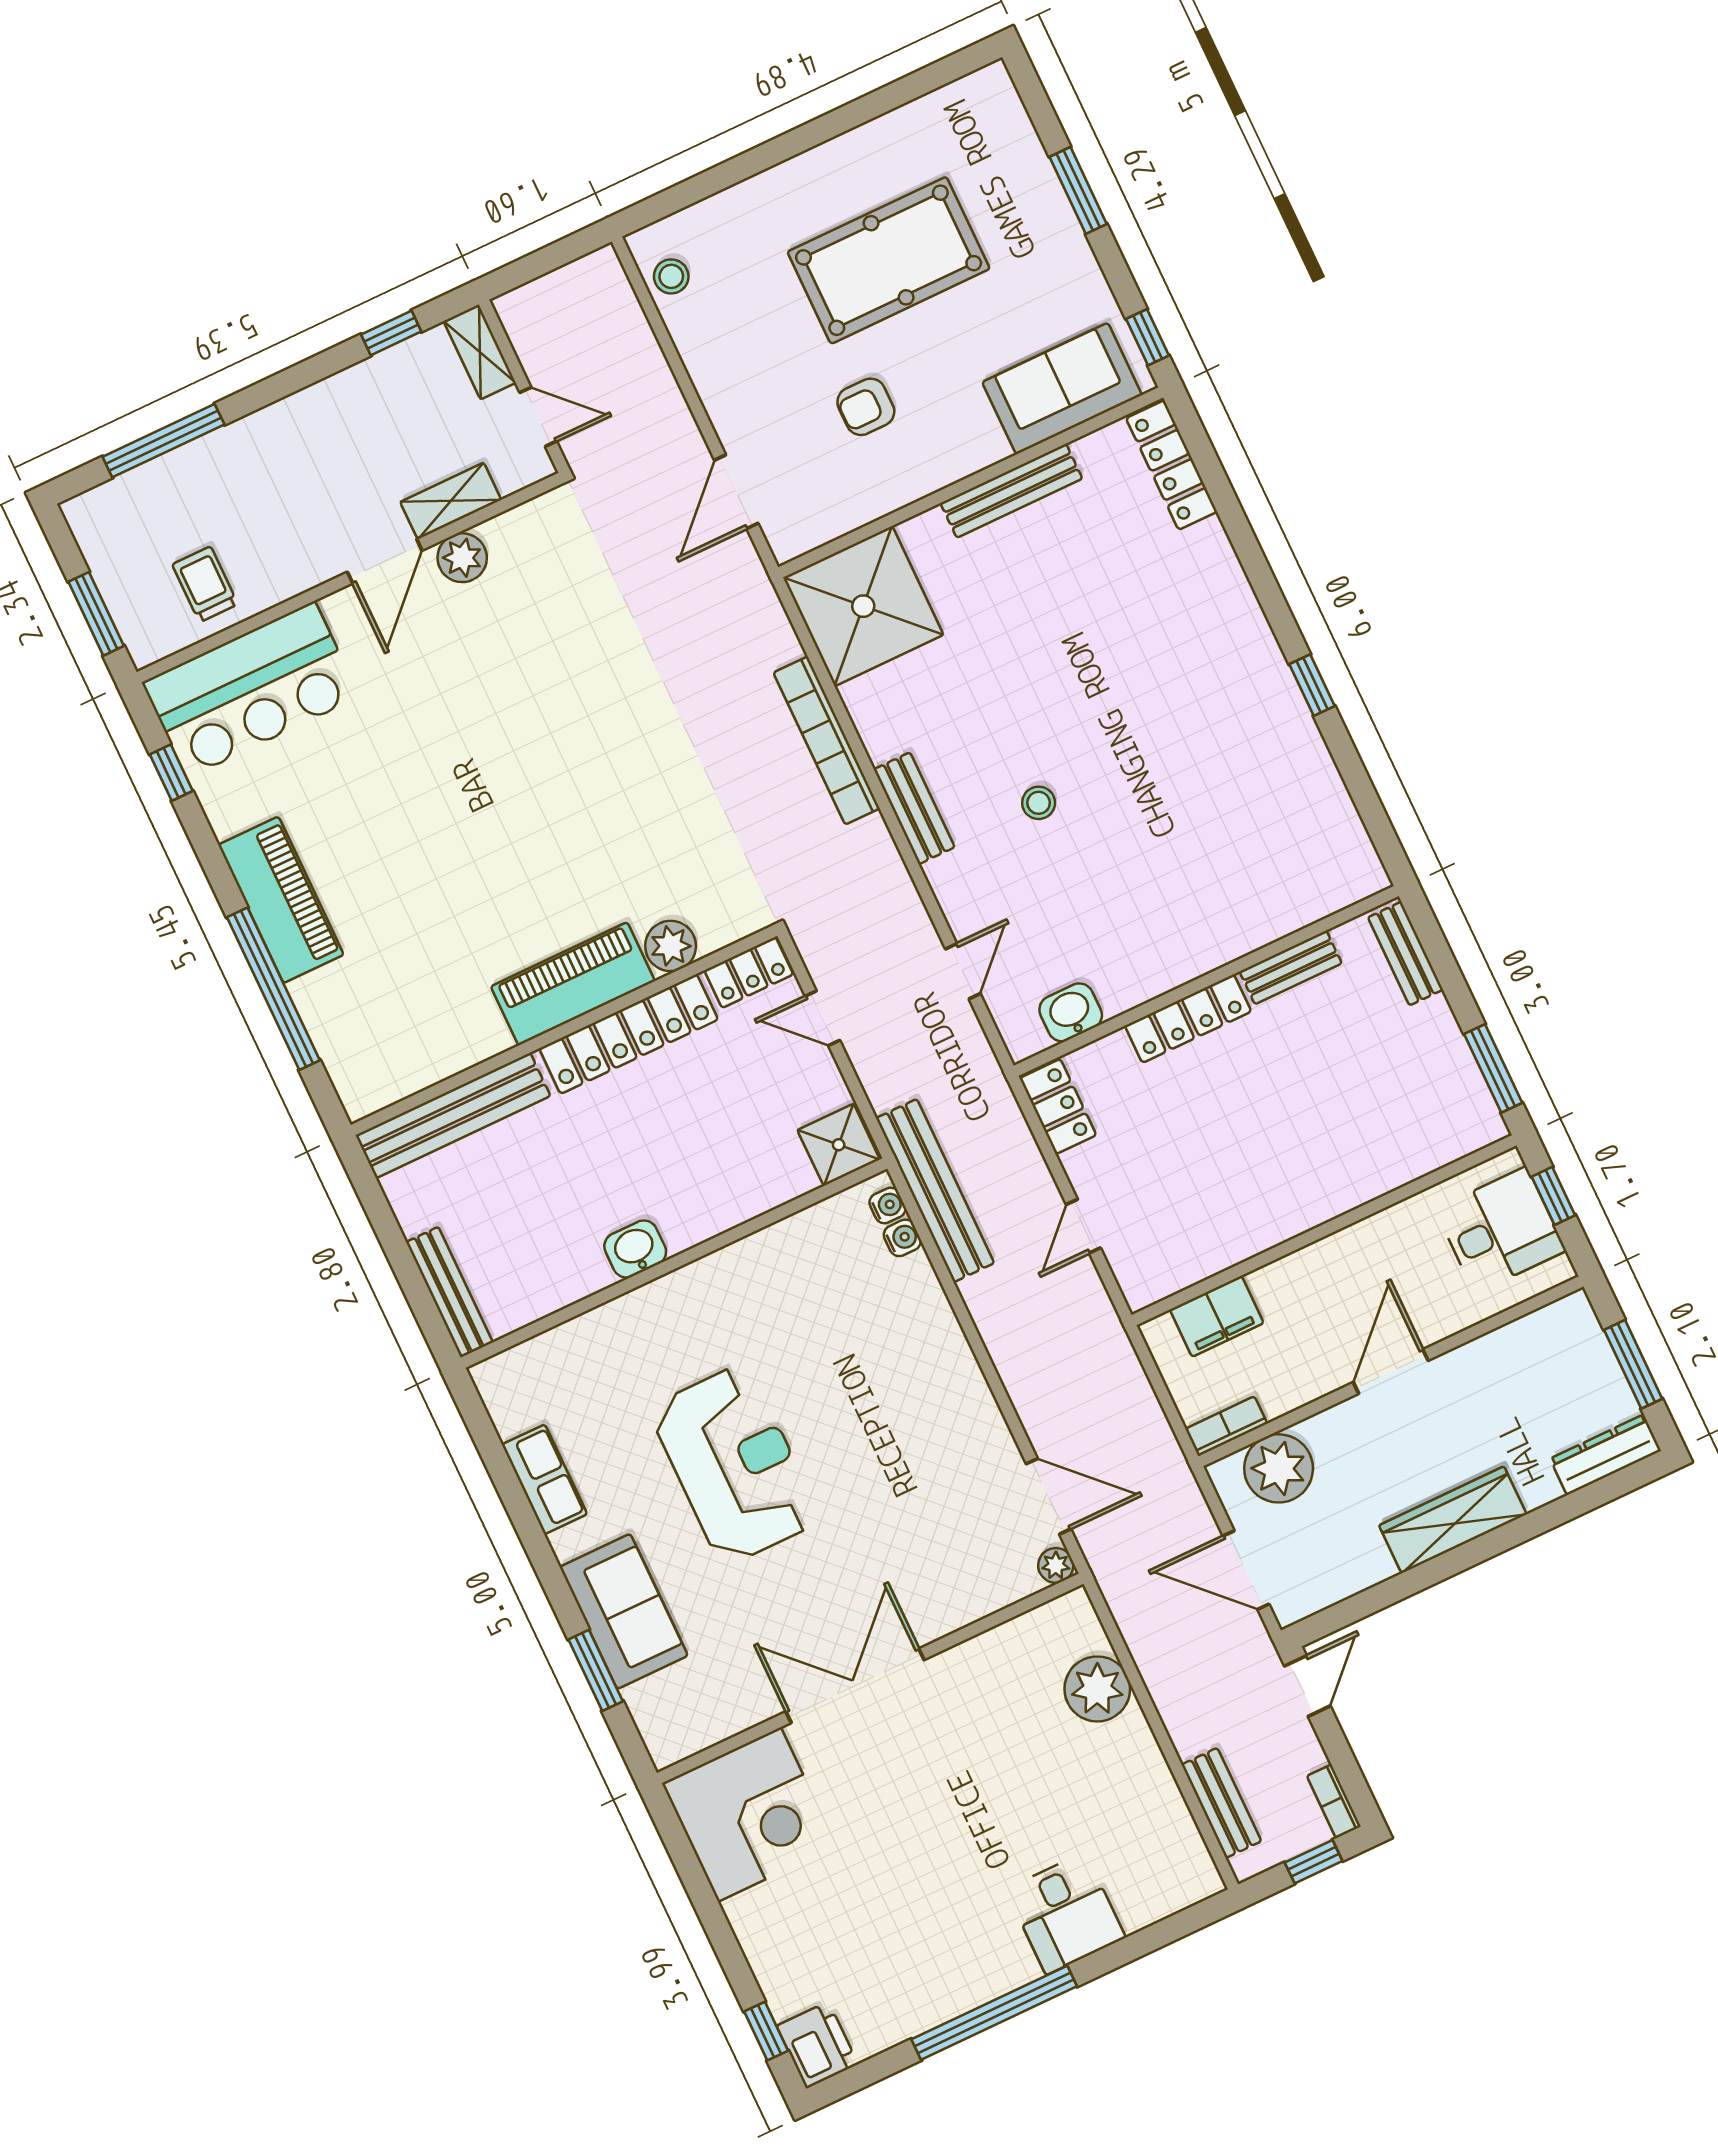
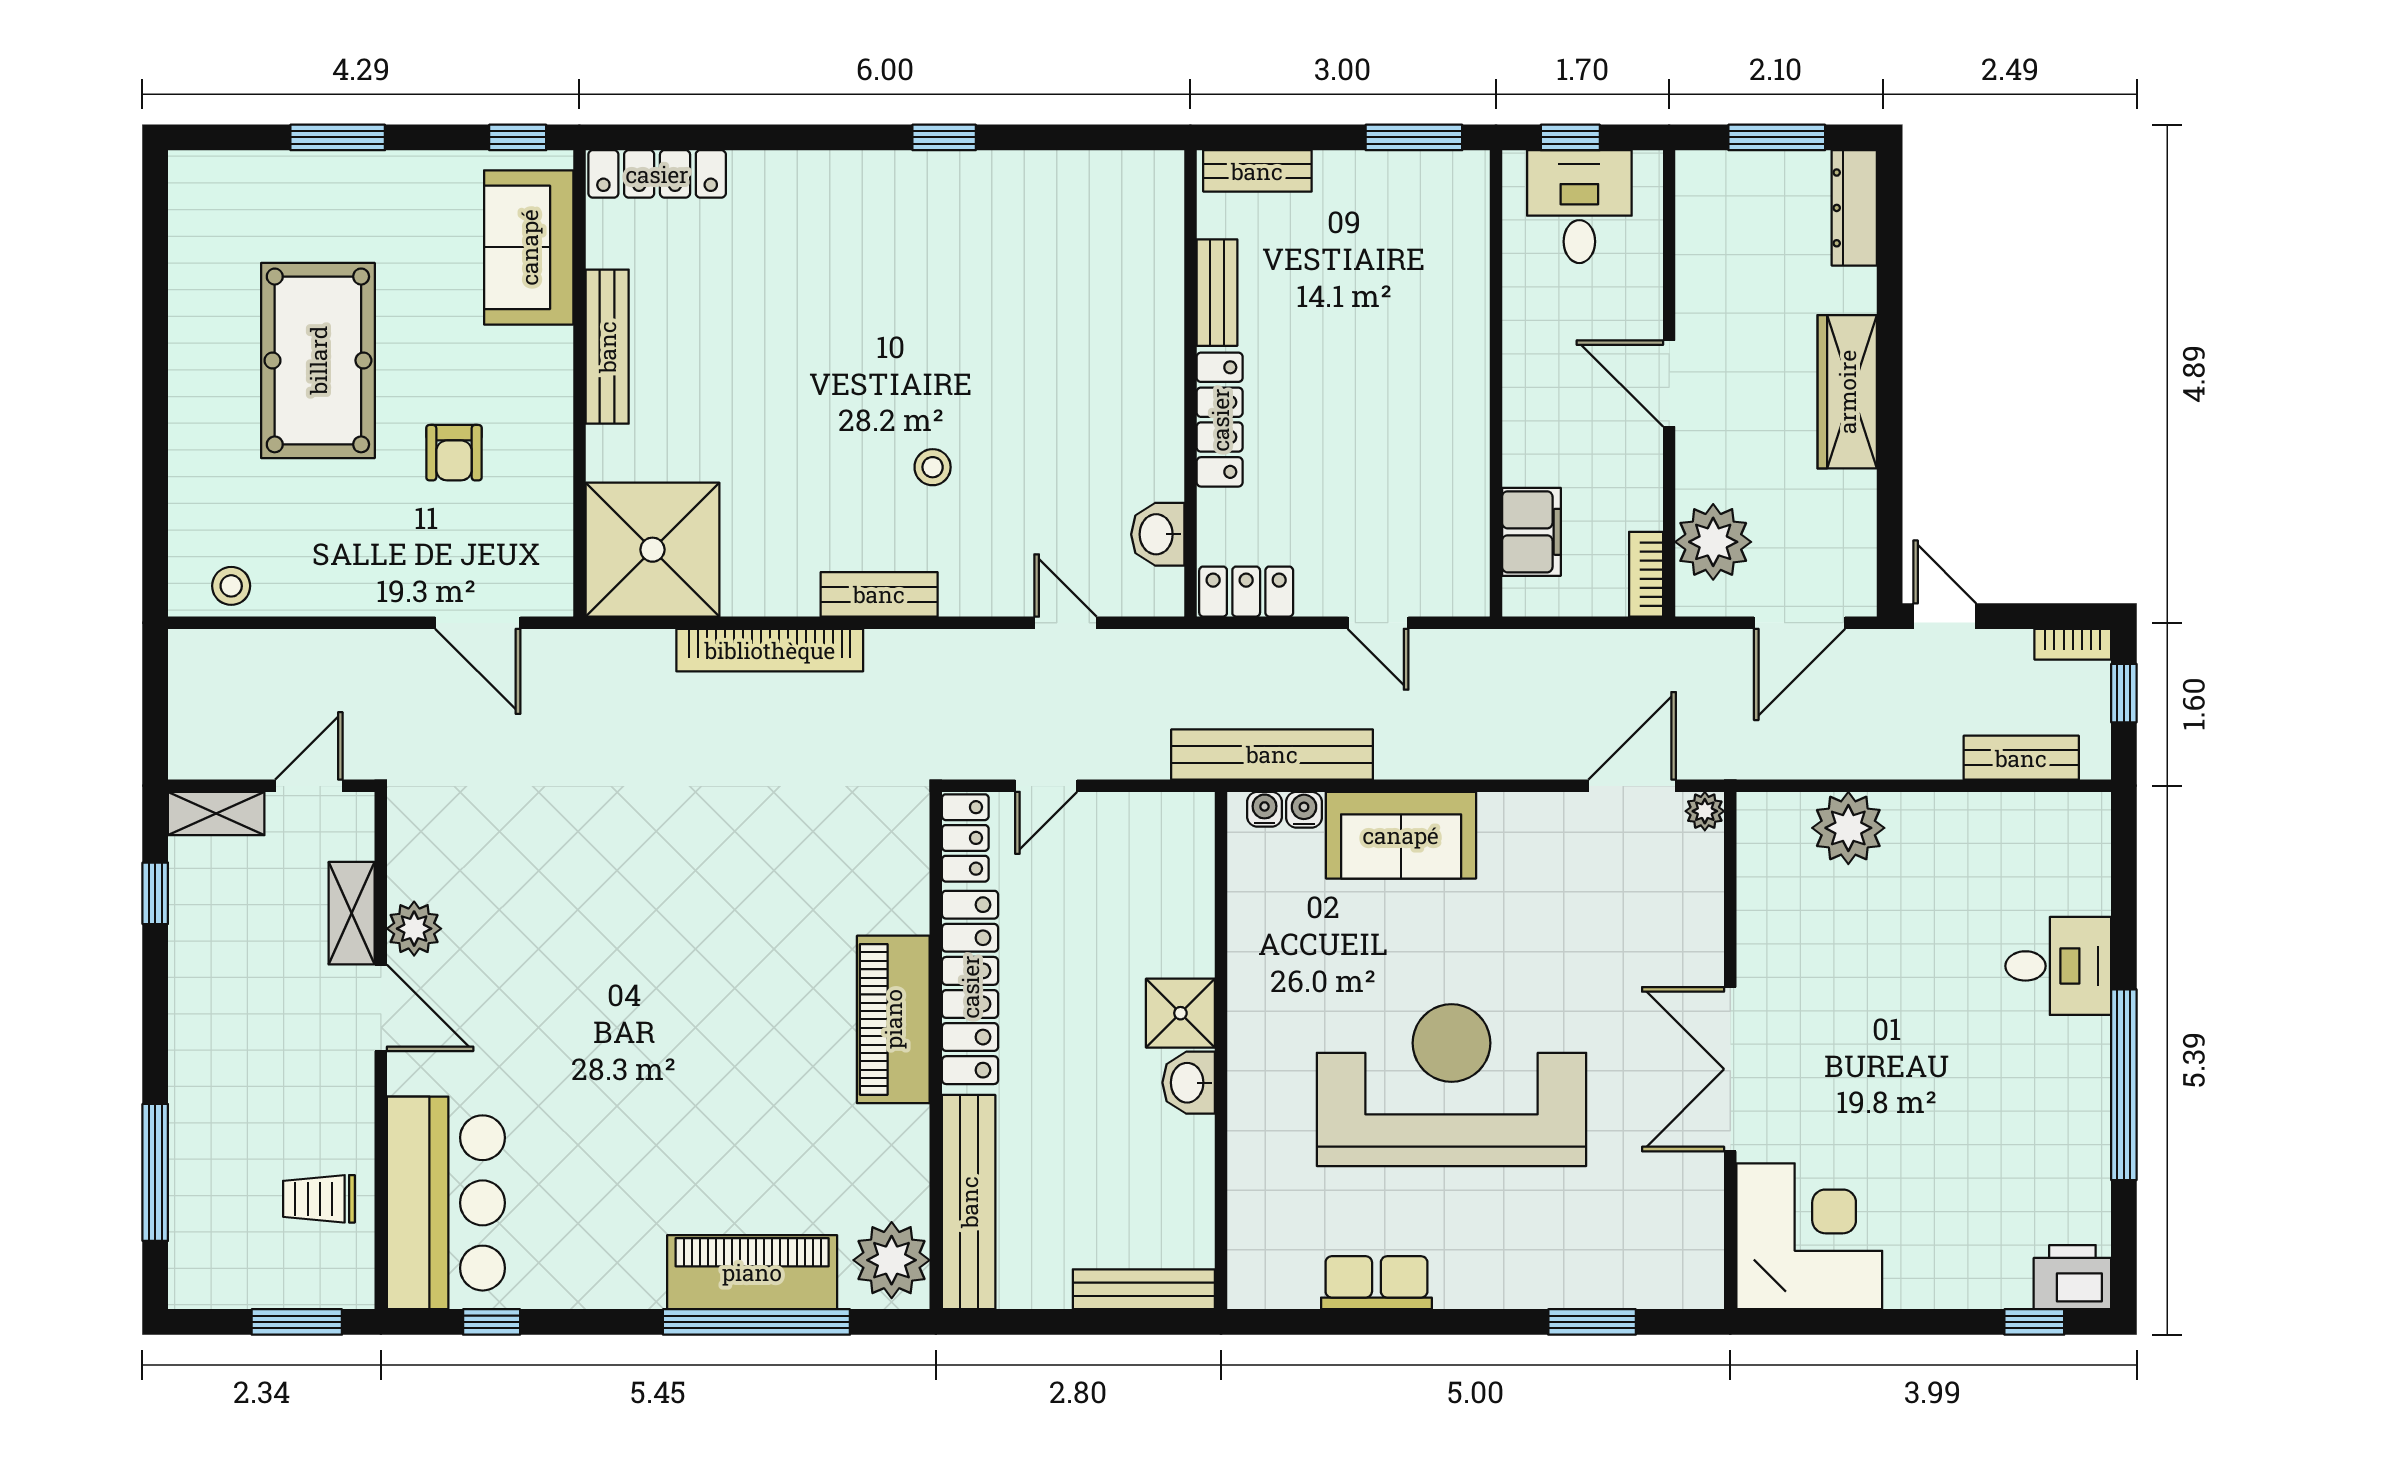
piano: (281, 900) -> (752, 1272), moved
plant: (671, 946) -> (892, 1260), moved, width x1.36, depth x1.36
shower: (839, 1145) -> (1180, 1013), moved
reception desk: (735, 1464) -> (1451, 1085), width x1.36, depth x1.30
sofa: (624, 1611) -> (1401, 835), moved, turned 180

